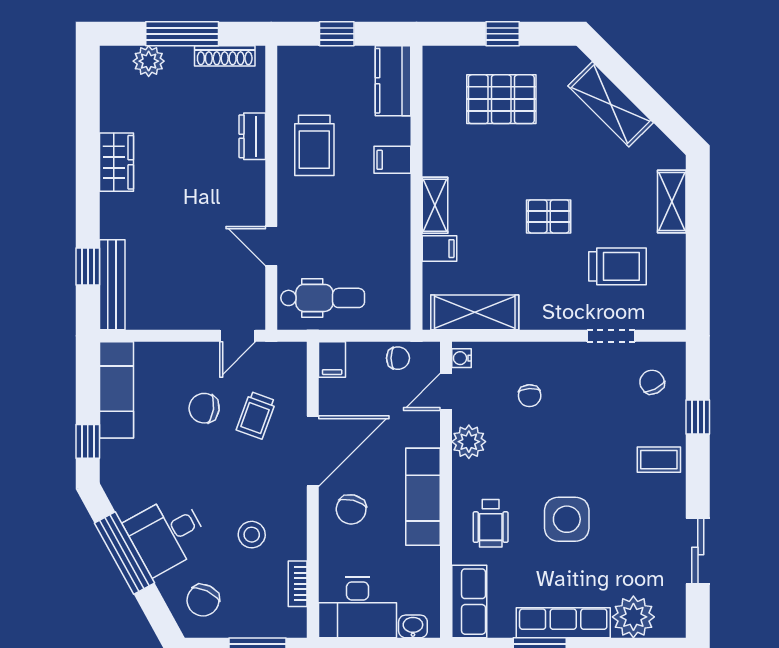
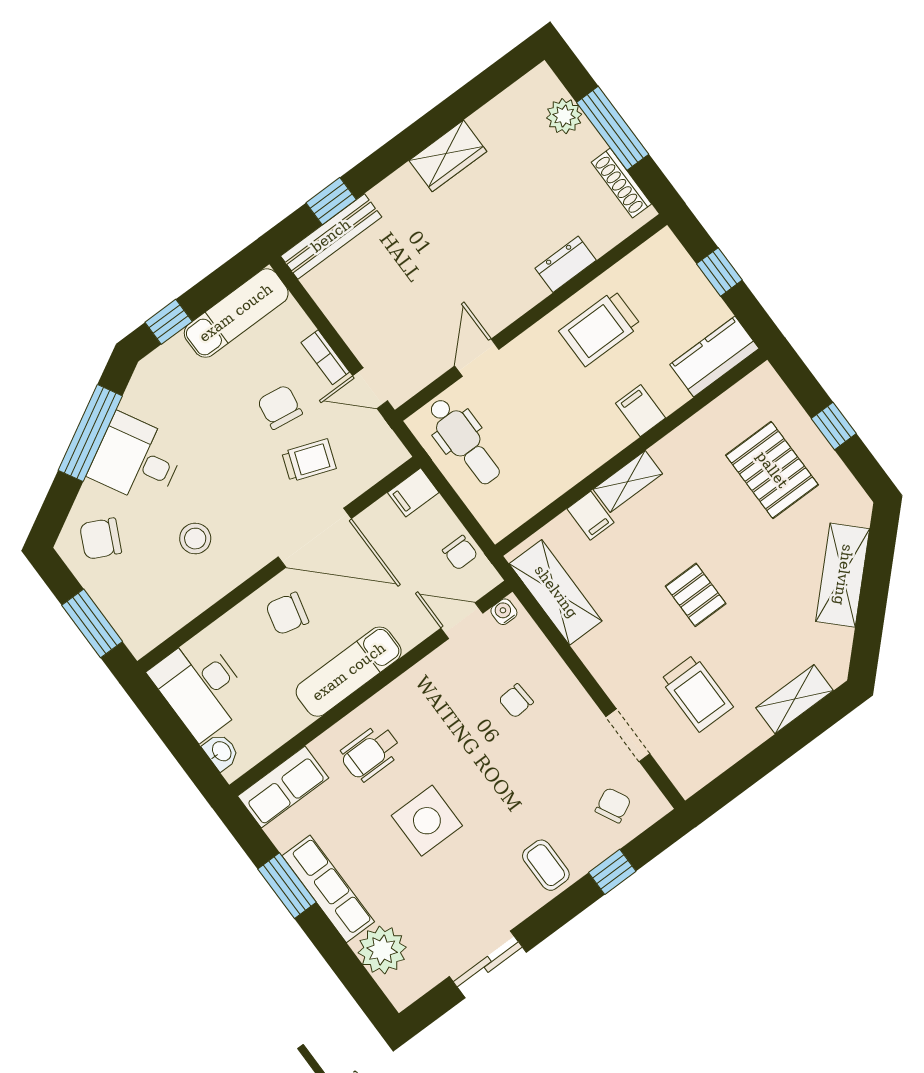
trolley: (256, 415) -> (309, 460), turned 180
plant: (469, 442) -> (431, 676), removed
bookcase: (298, 584) -> (325, 357), moved, turned -90

